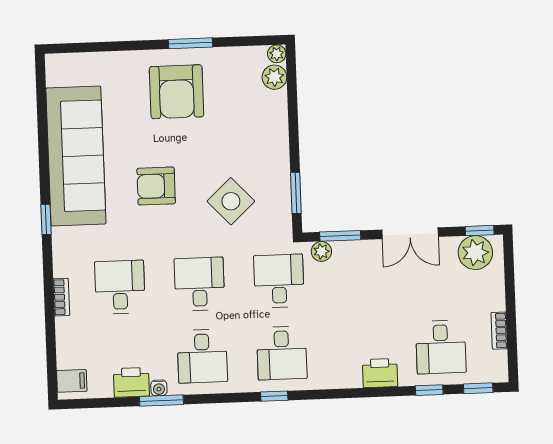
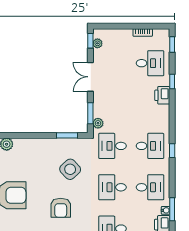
double door: (410, 233) -> (90, 77), swing flipped
plant: (475, 253) -> (97, 43), width x0.53, depth x0.53
window: (429, 390) -> (172, 81), moved

